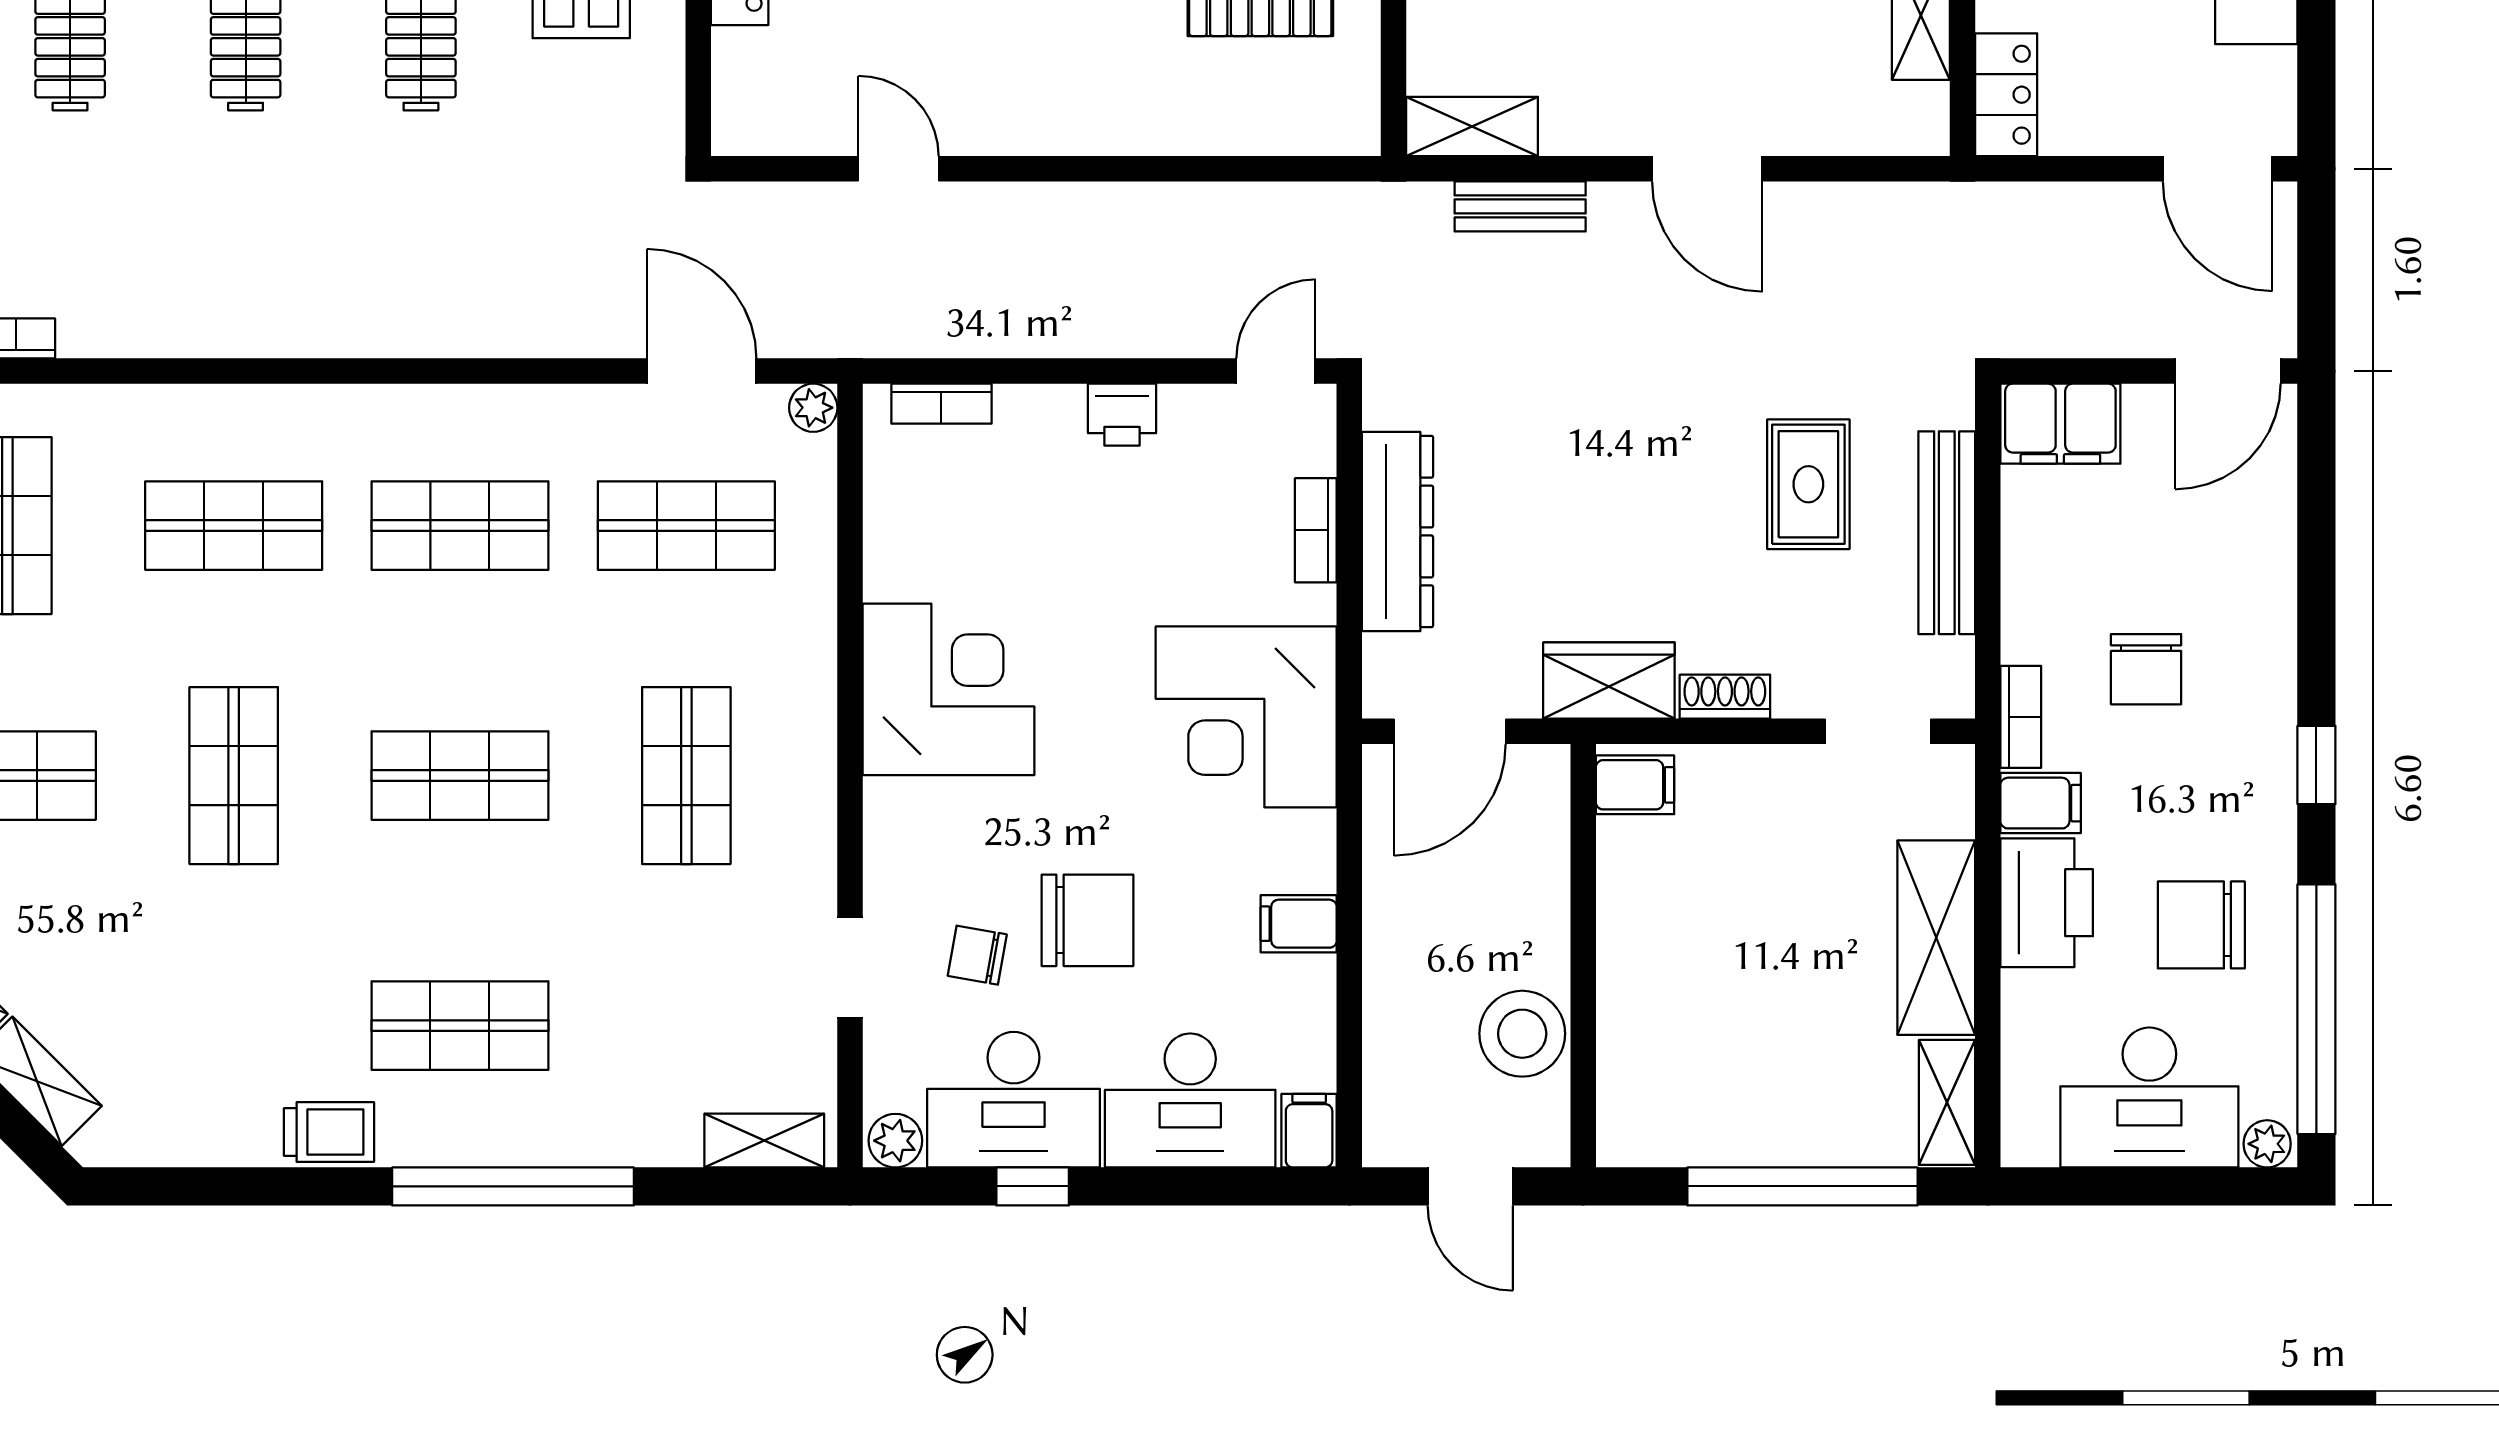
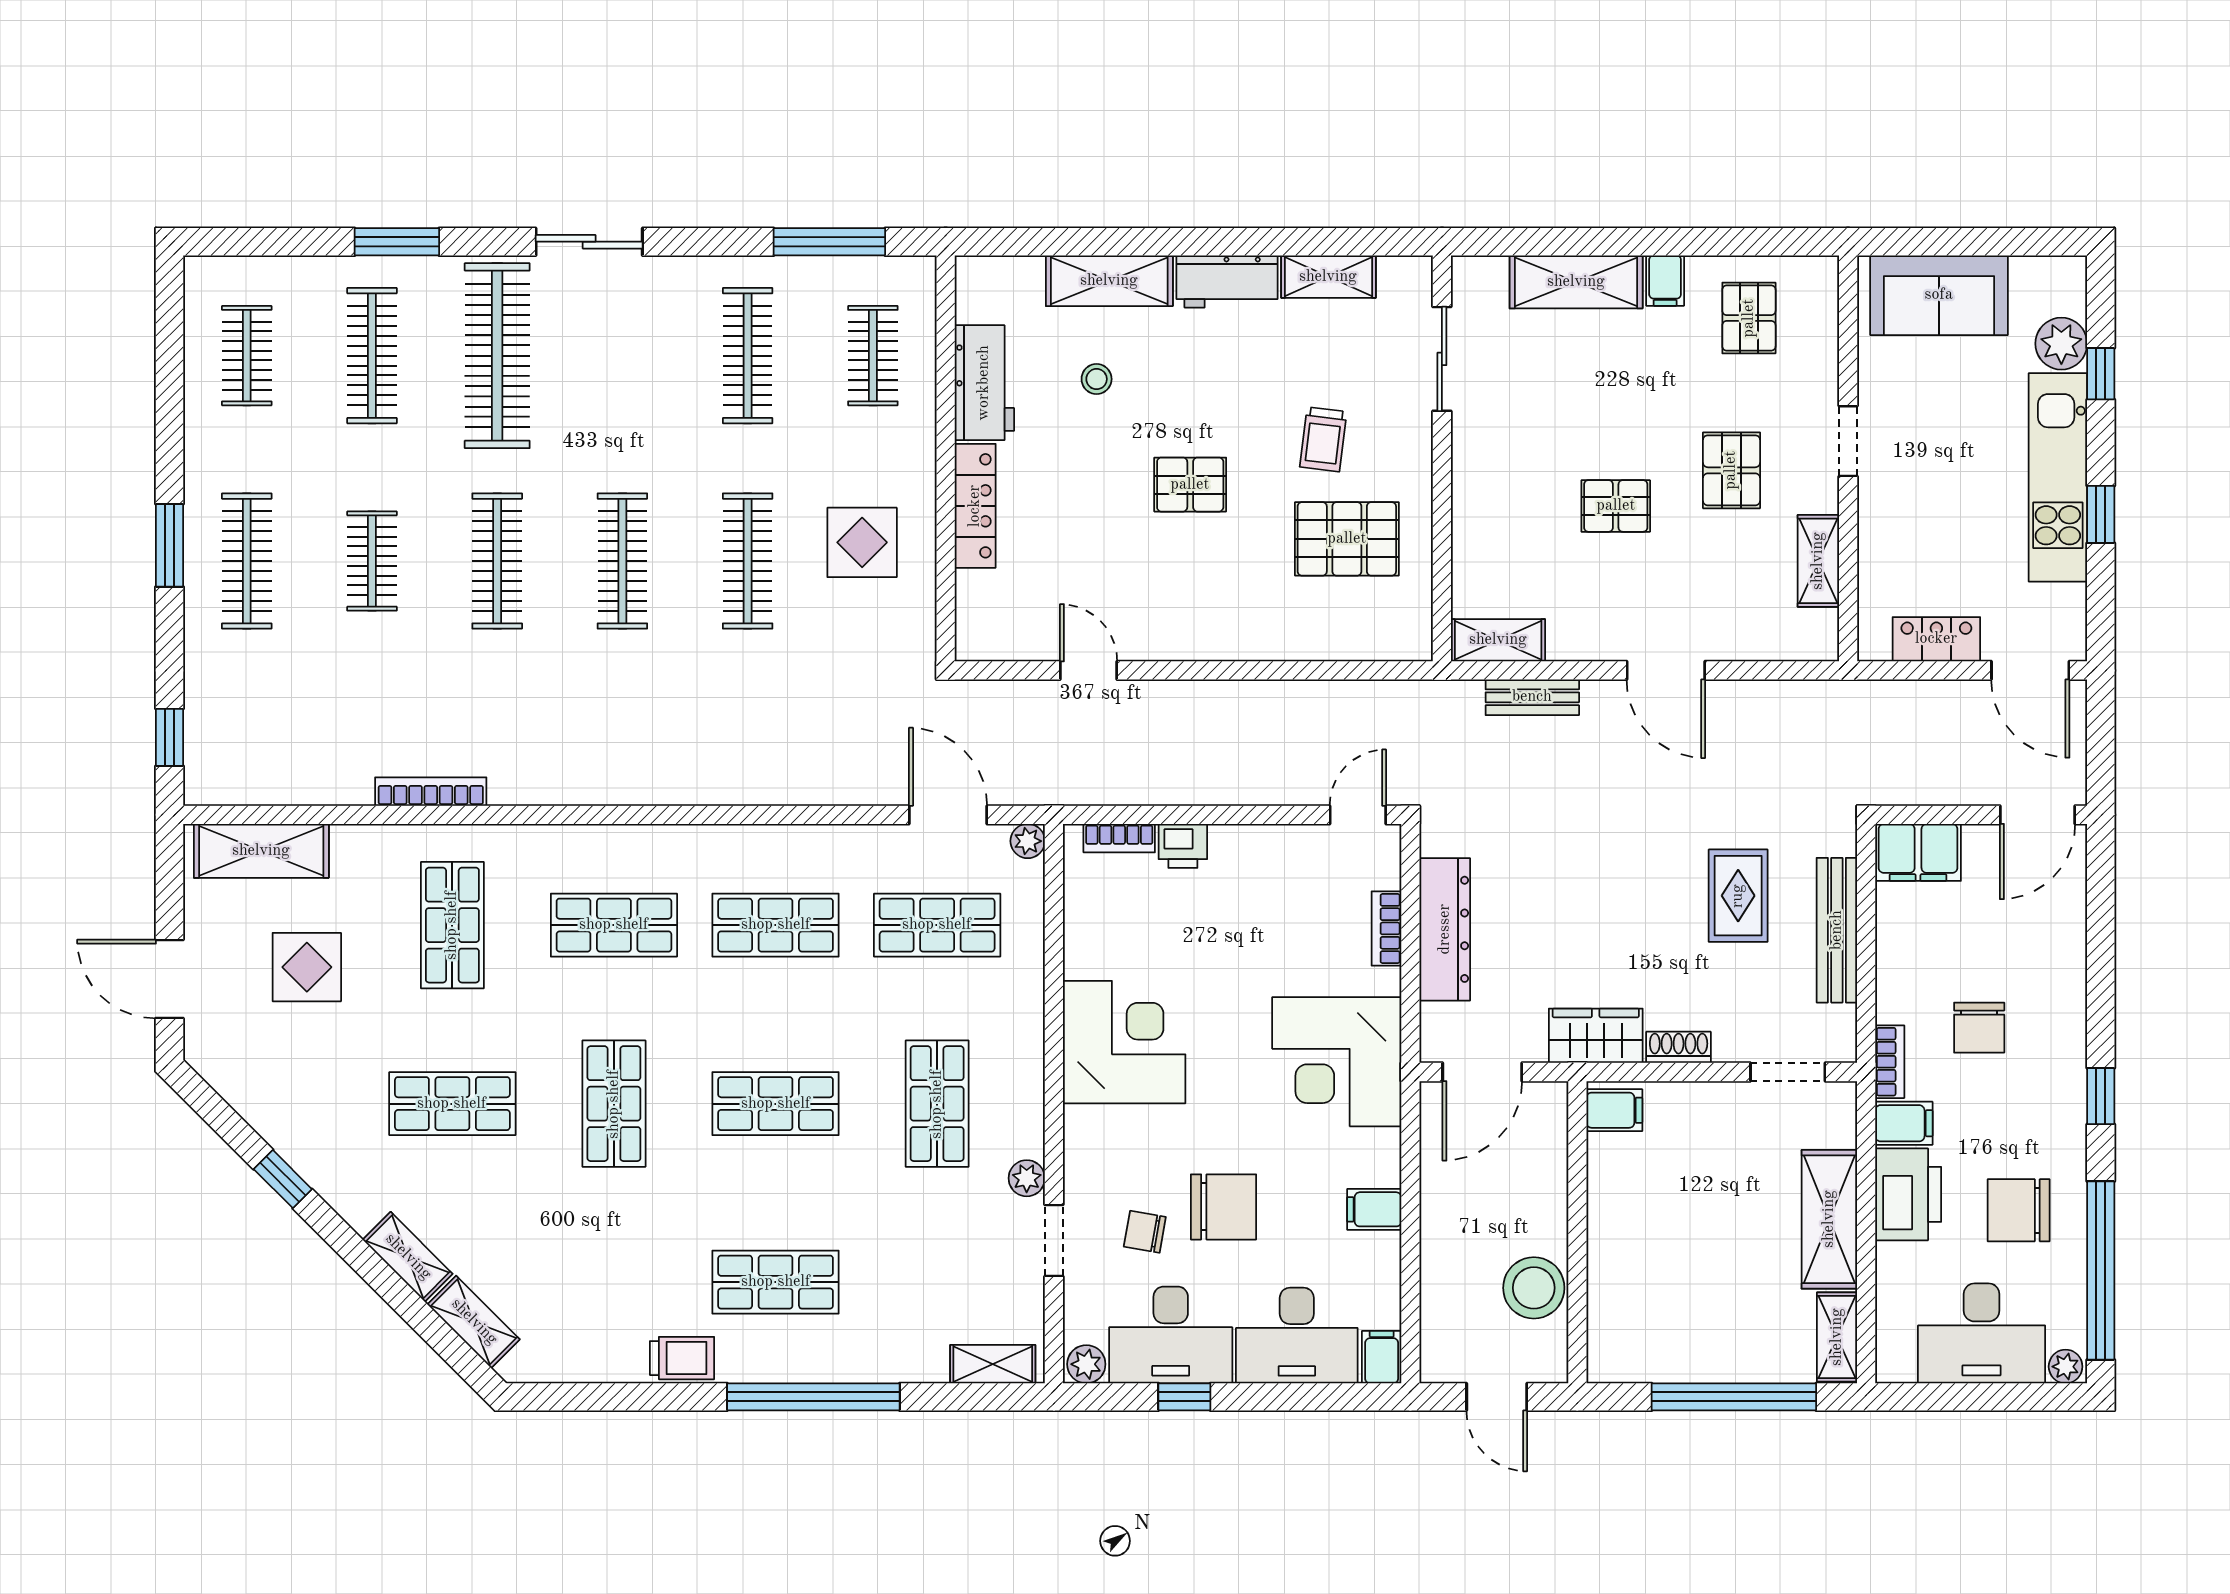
locker: (2006, 95) -> (1936, 639), moved, turned -90
printer: (1122, 415) -> (1183, 846), moved
plant: (812, 880) -> (1027, 1178), added

